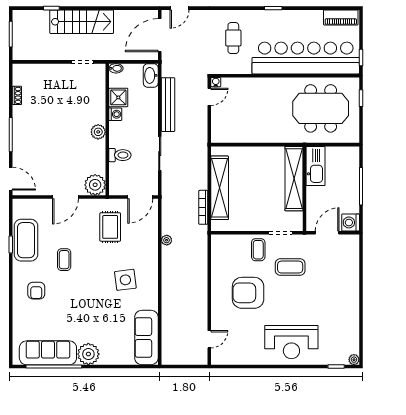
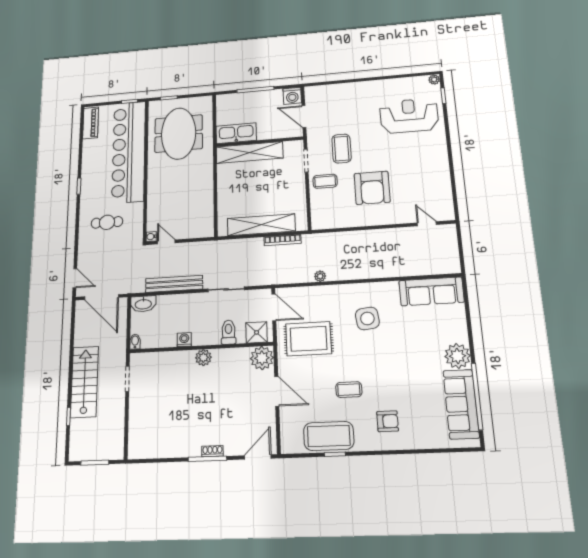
shoe rack: (17, 95) -> (212, 451), moved
shower: (118, 97) -> (257, 332), moved
rug: (110, 227) -> (309, 339), width x1.36, depth x1.43
reception desk: (291, 342) -> (409, 116), moved, turned -90

